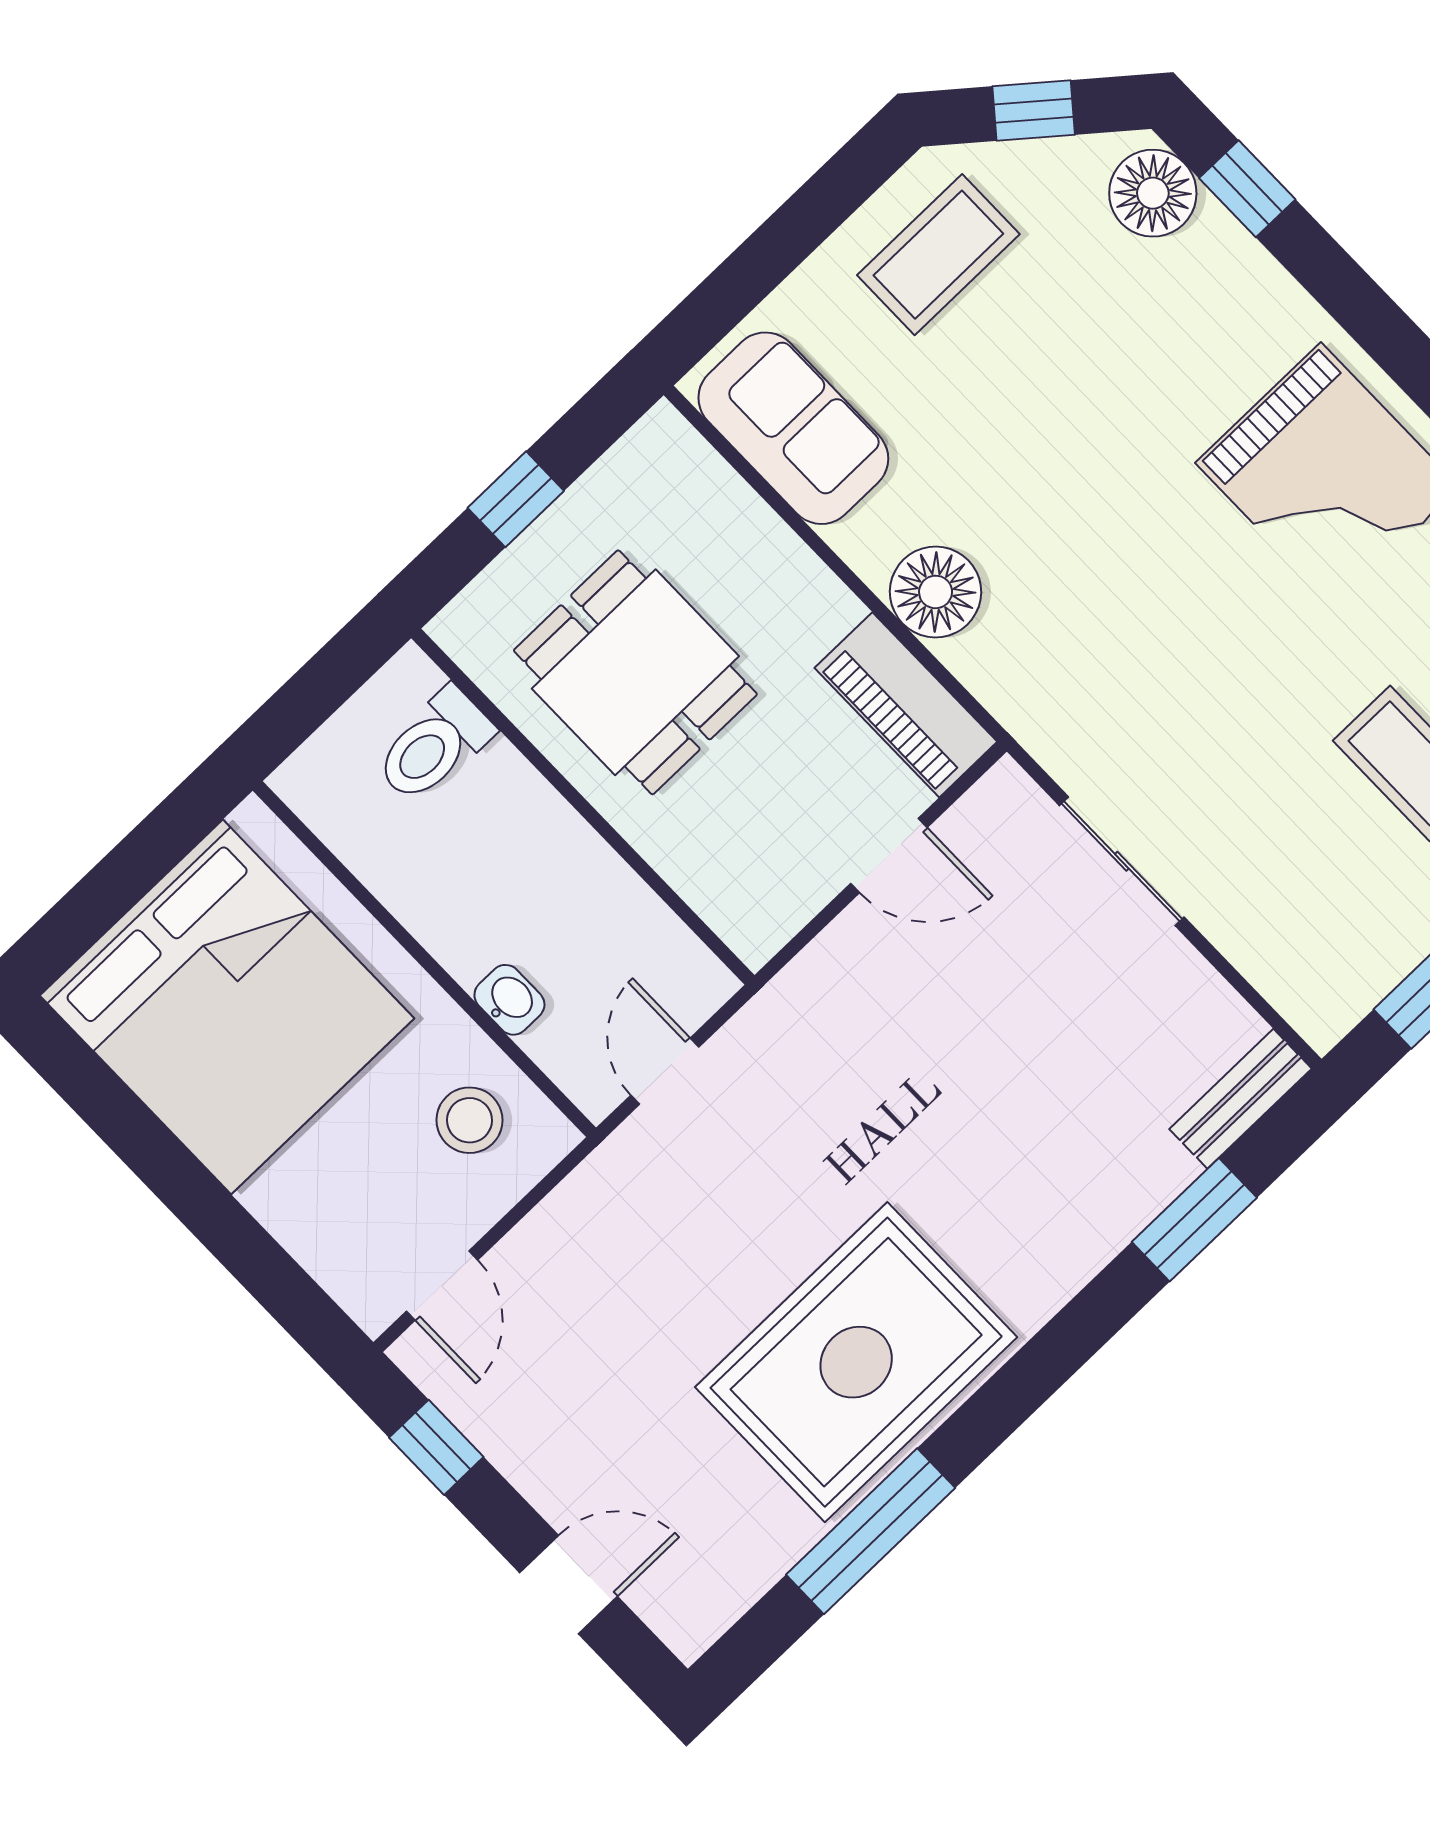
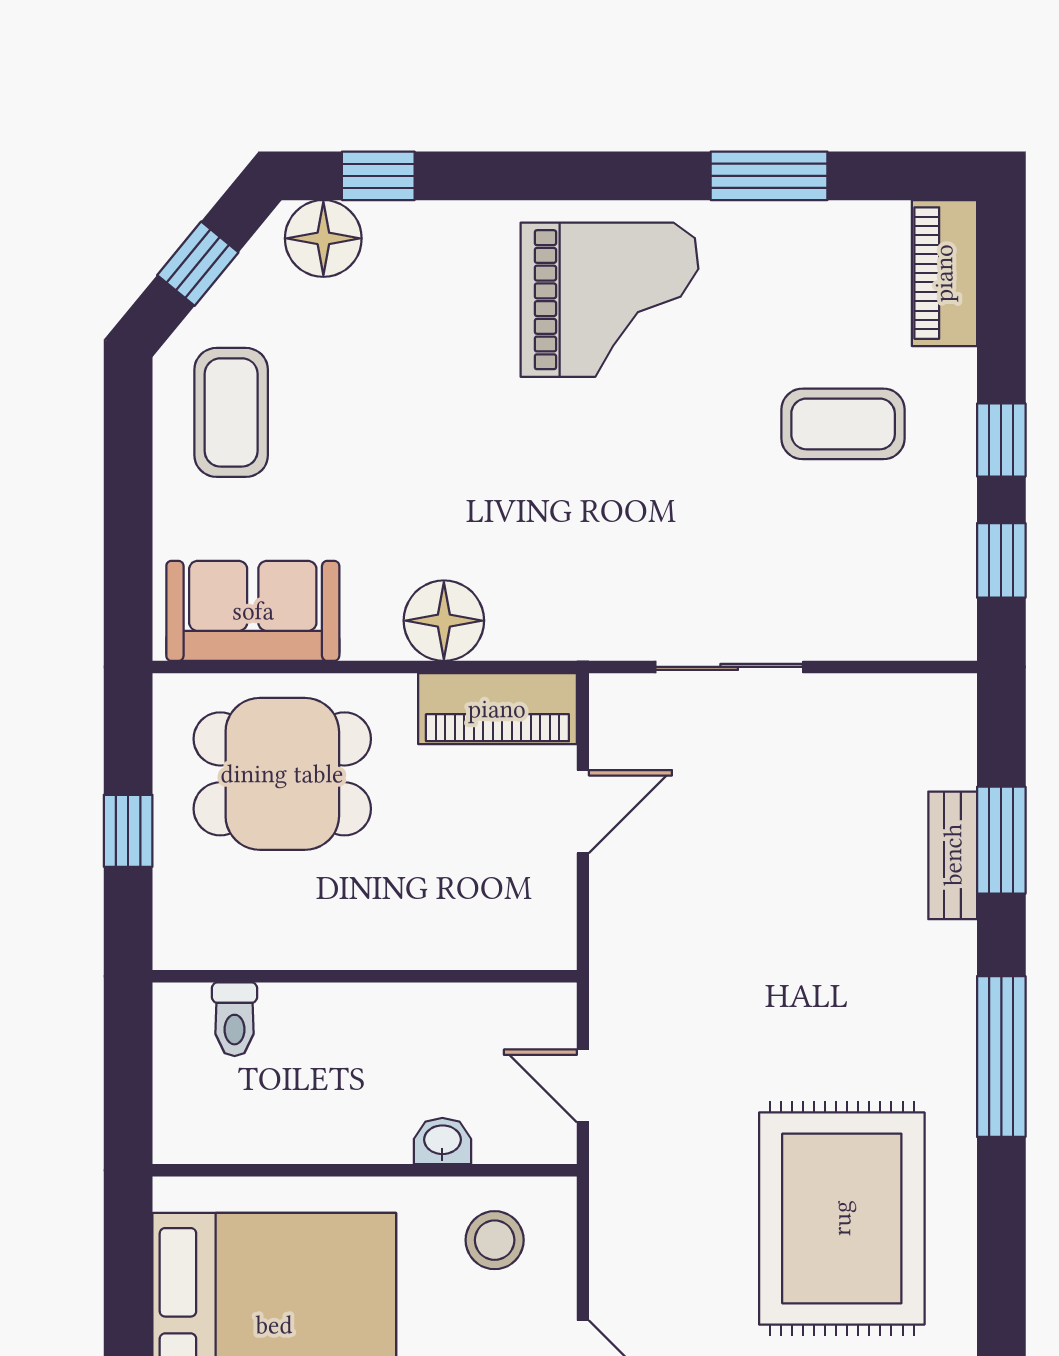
dining table: (635, 672) -> (282, 774), moved
toilet: (434, 745) -> (235, 1019), width x0.73, depth x0.72
bench: (1240, 1099) -> (953, 855), moved
rug: (856, 1362) -> (842, 1218), moved
window: (871, 1531) -> (1001, 1057), moved

